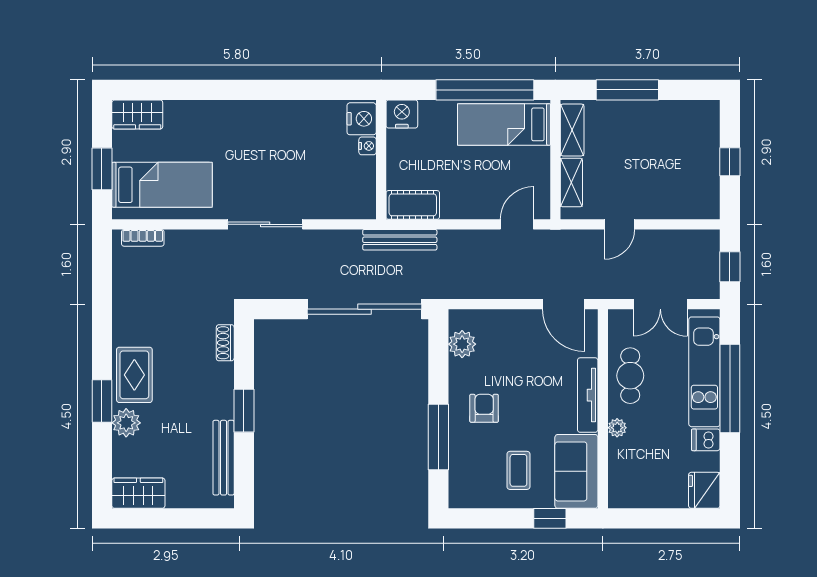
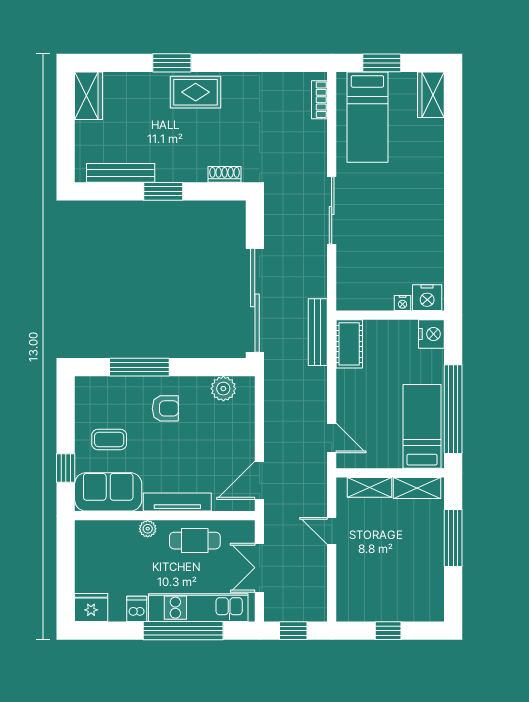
plant: (126, 423) -> (152, 85), removed

